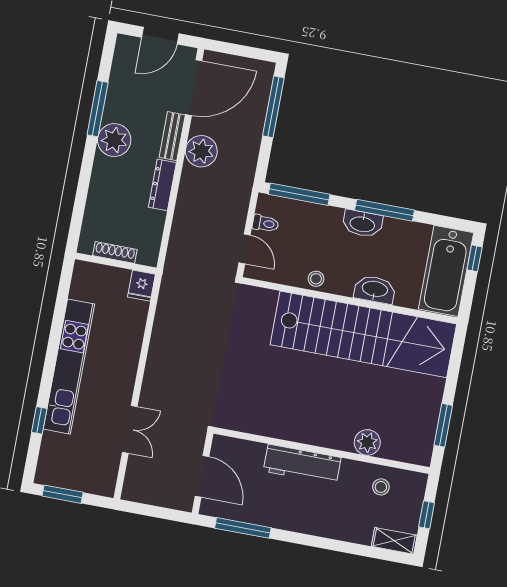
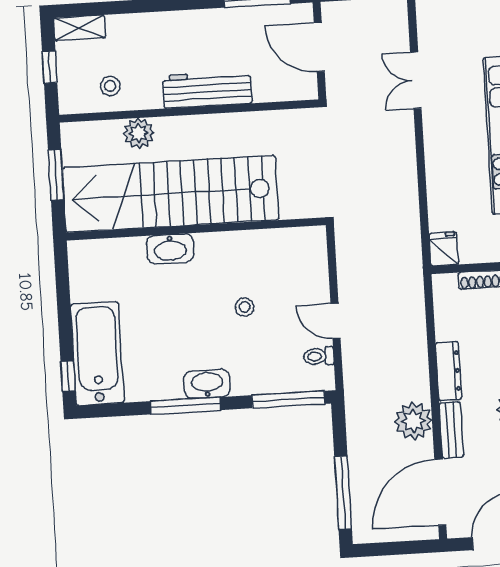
washbasin: (375, 290) -> (170, 249), moved
wall: (350, 300) -> (196, 229), moved
stairs: (363, 334) -> (170, 194), moved

